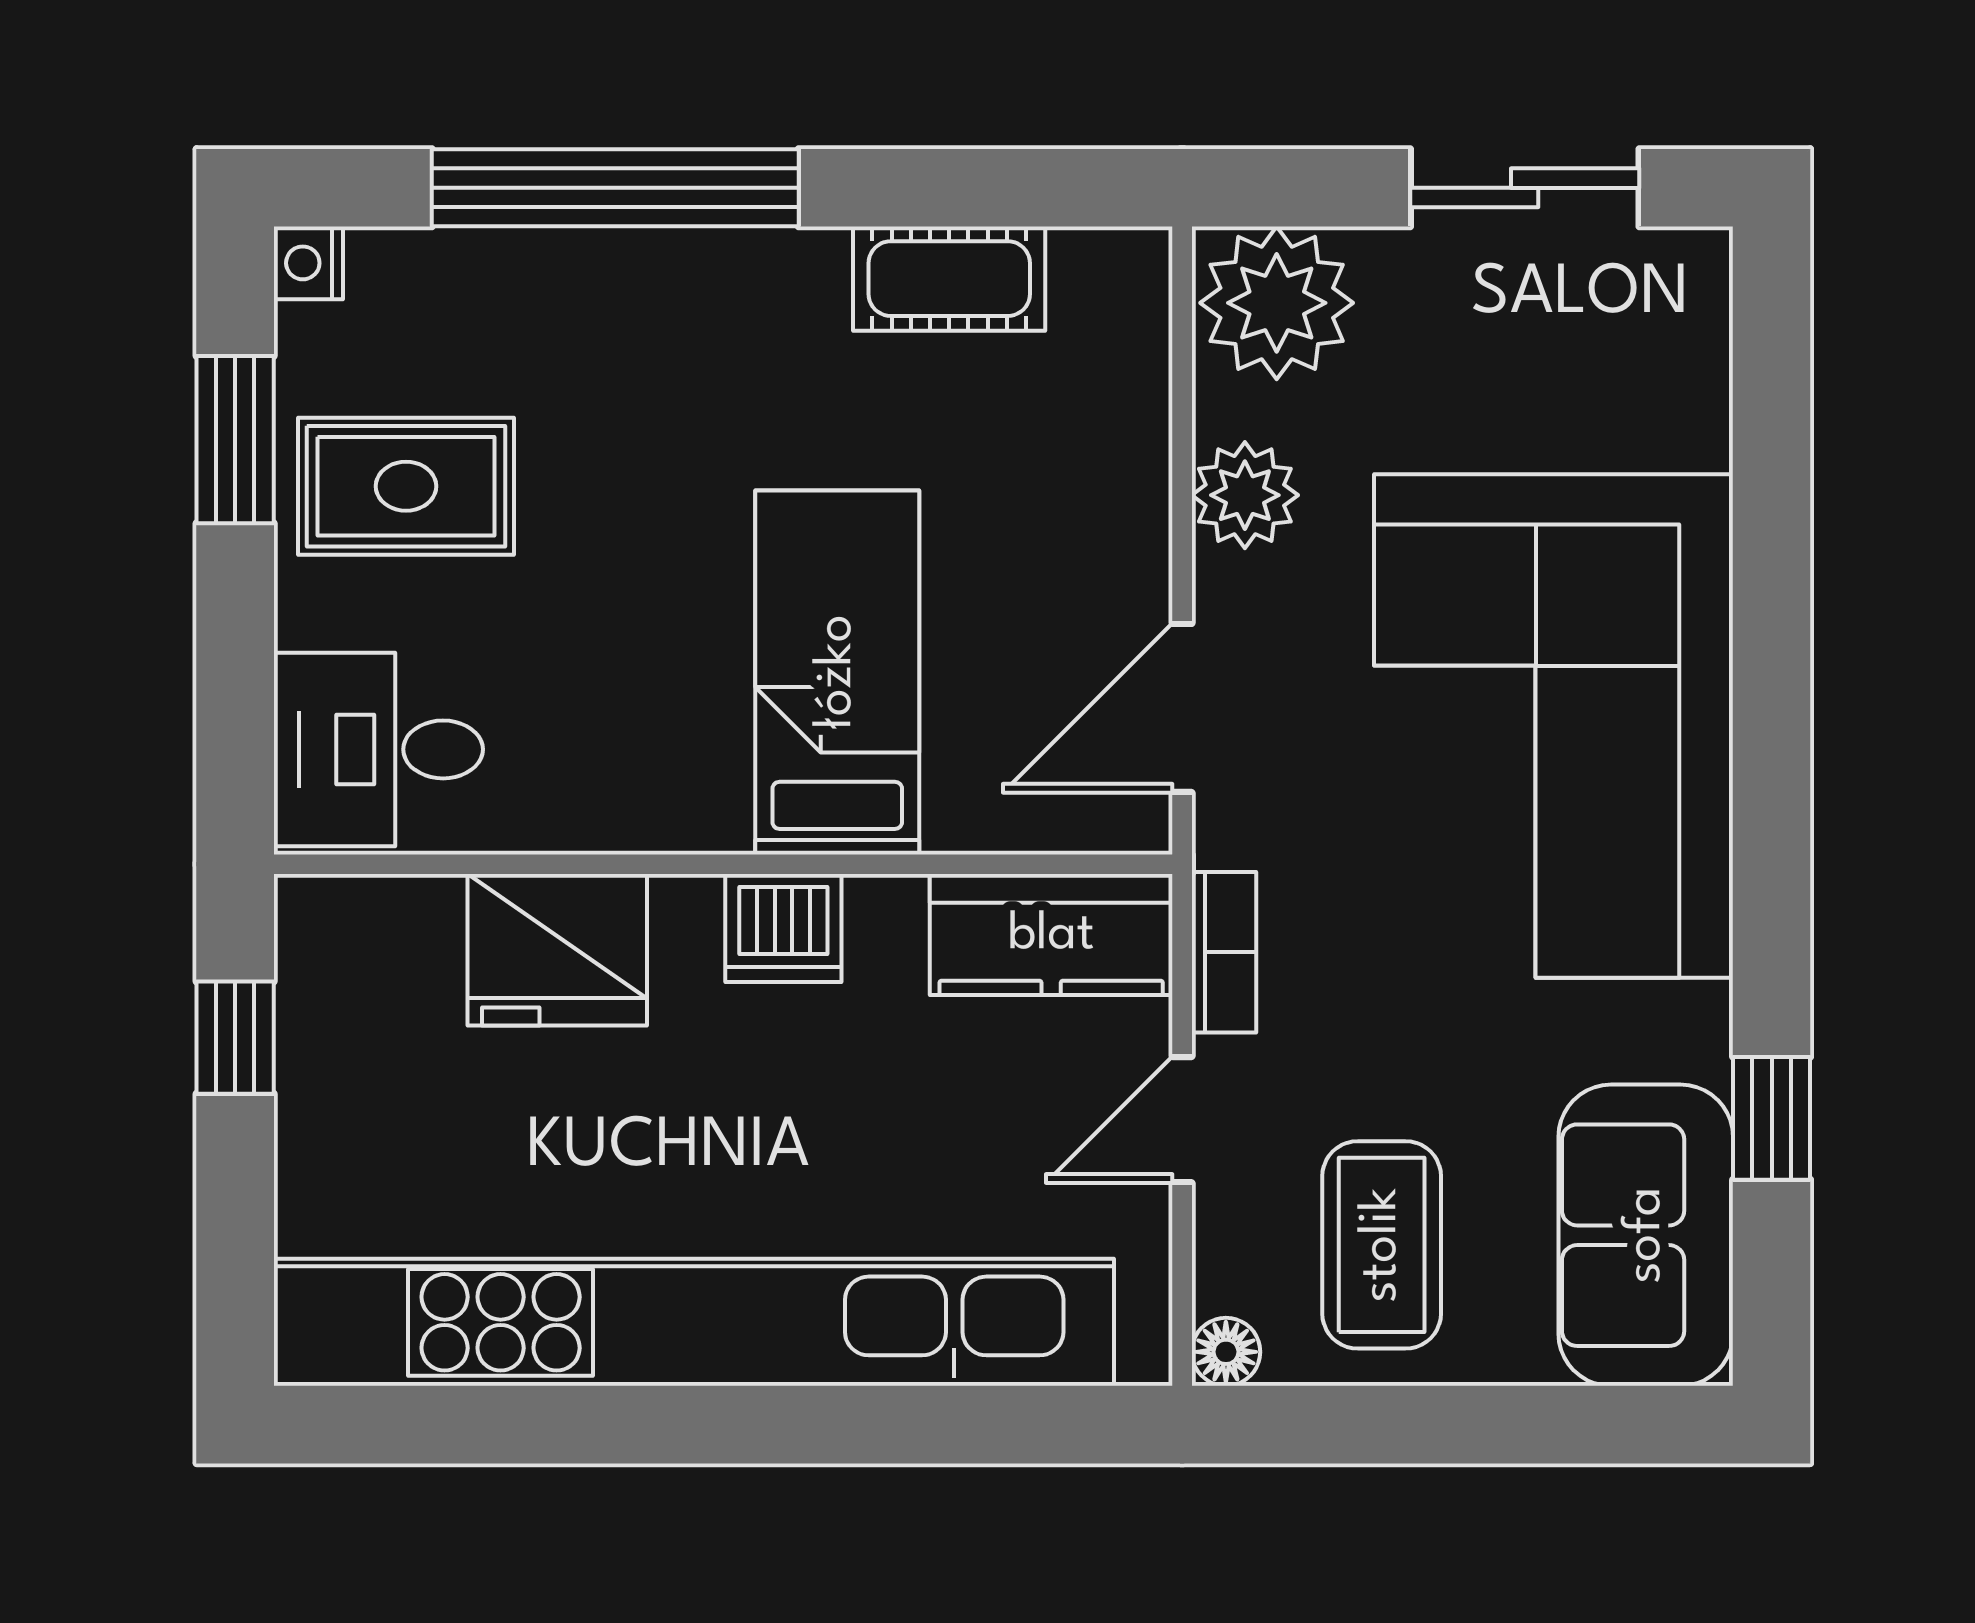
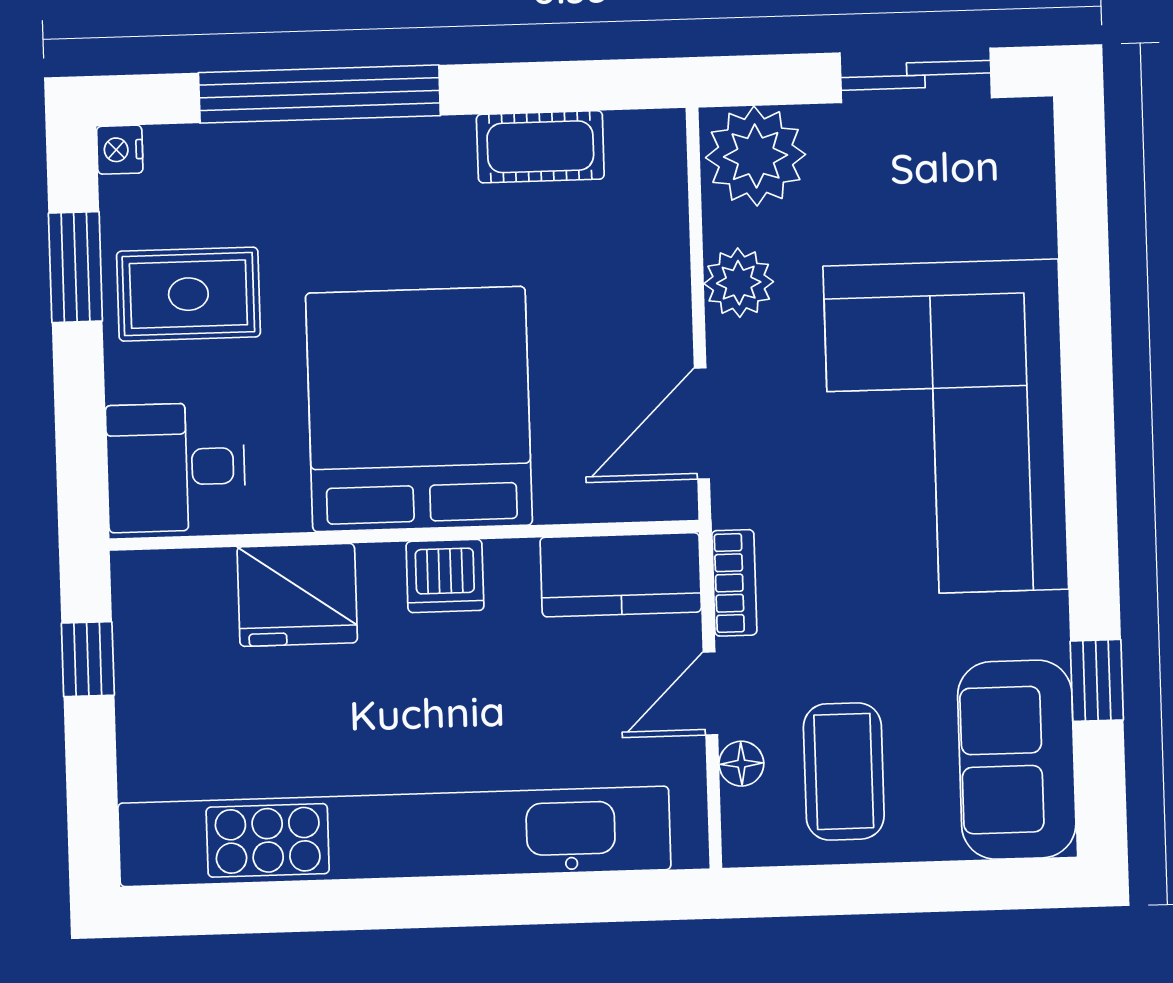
bed: (837, 672) -> (419, 409), width x2.04
floor lamp: (1226, 1352) -> (741, 764), moved

